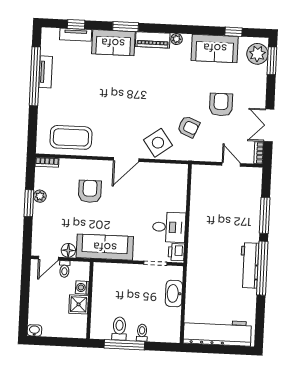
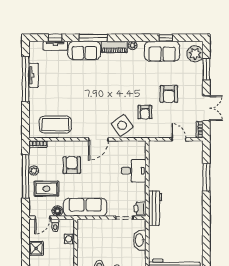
window: (126, 27) -> (93, 38), width x1.44
window: (234, 32) -> (166, 38), moved
window: (272, 61) -> (206, 69), moved
armchair: (221, 105) -> (169, 94), turned 180
double door: (269, 125) -> (206, 108), swing flipped
armchair: (188, 127) -> (145, 112), turned 67
window: (29, 203) -> (26, 176), width x2.11
rug: (55, 221) -> (46, 189), added
desk: (169, 227) -> (134, 171), moved
workbench: (249, 265) -> (155, 208), moved, turned 180
window: (262, 268) -> (206, 218), removed
shower: (79, 304) -> (36, 248), moved

